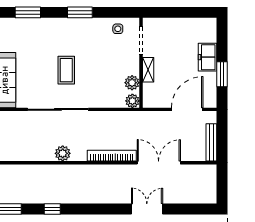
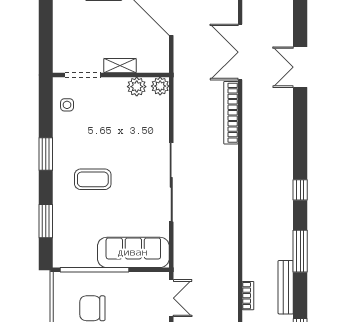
coffee table: (66, 70) -> (93, 179), moved
plant: (63, 153) -> (228, 176), removed

